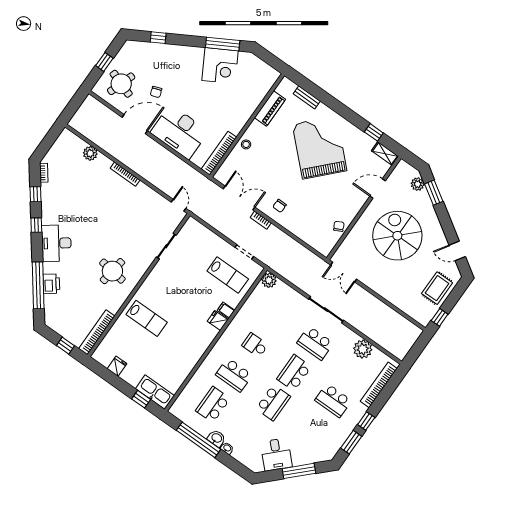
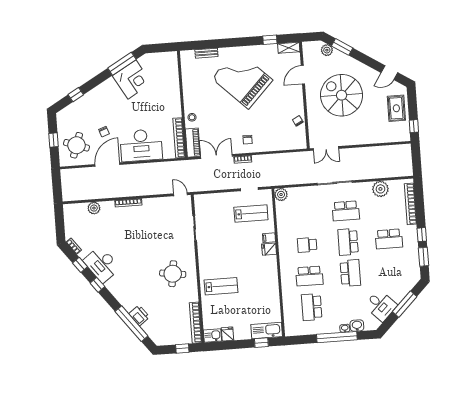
piano: (270, 108) -> (193, 143), moved
desk: (56, 243) -> (102, 264), moved
kitchen sink: (102, 356) -> (212, 336), added
washbasin: (216, 438) -> (357, 326), moved
window: (199, 440) -> (337, 337), moved

